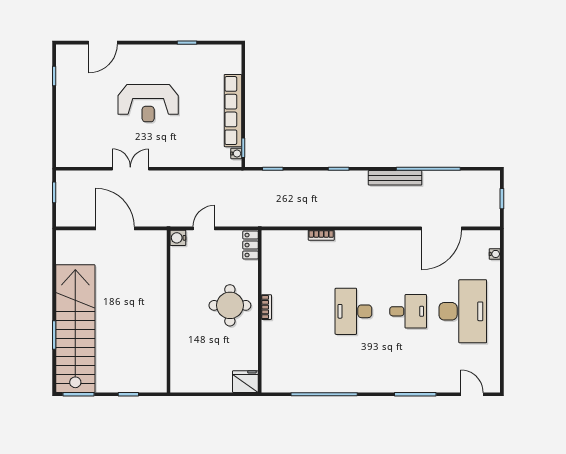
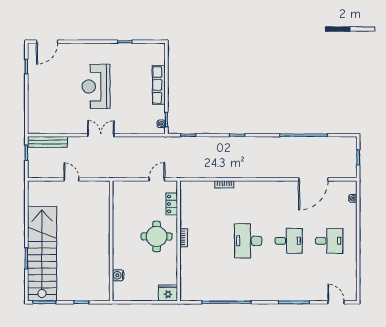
door: (103, 43) -> (47, 42), moved
reception desk: (148, 103) -> (96, 87), turned 90
row of seats: (233, 111) -> (159, 85), width x0.73
double door: (130, 169) -> (101, 135), moved
bench: (395, 178) -> (48, 142), moved
door: (115, 228) -> (71, 179), width x0.53
door: (204, 228) -> (157, 179), moved
water cooler: (178, 238) -> (118, 275), moved
locker: (251, 245) -> (172, 204), moved
desk: (463, 311) -> (329, 241), width x0.53, depth x0.77

